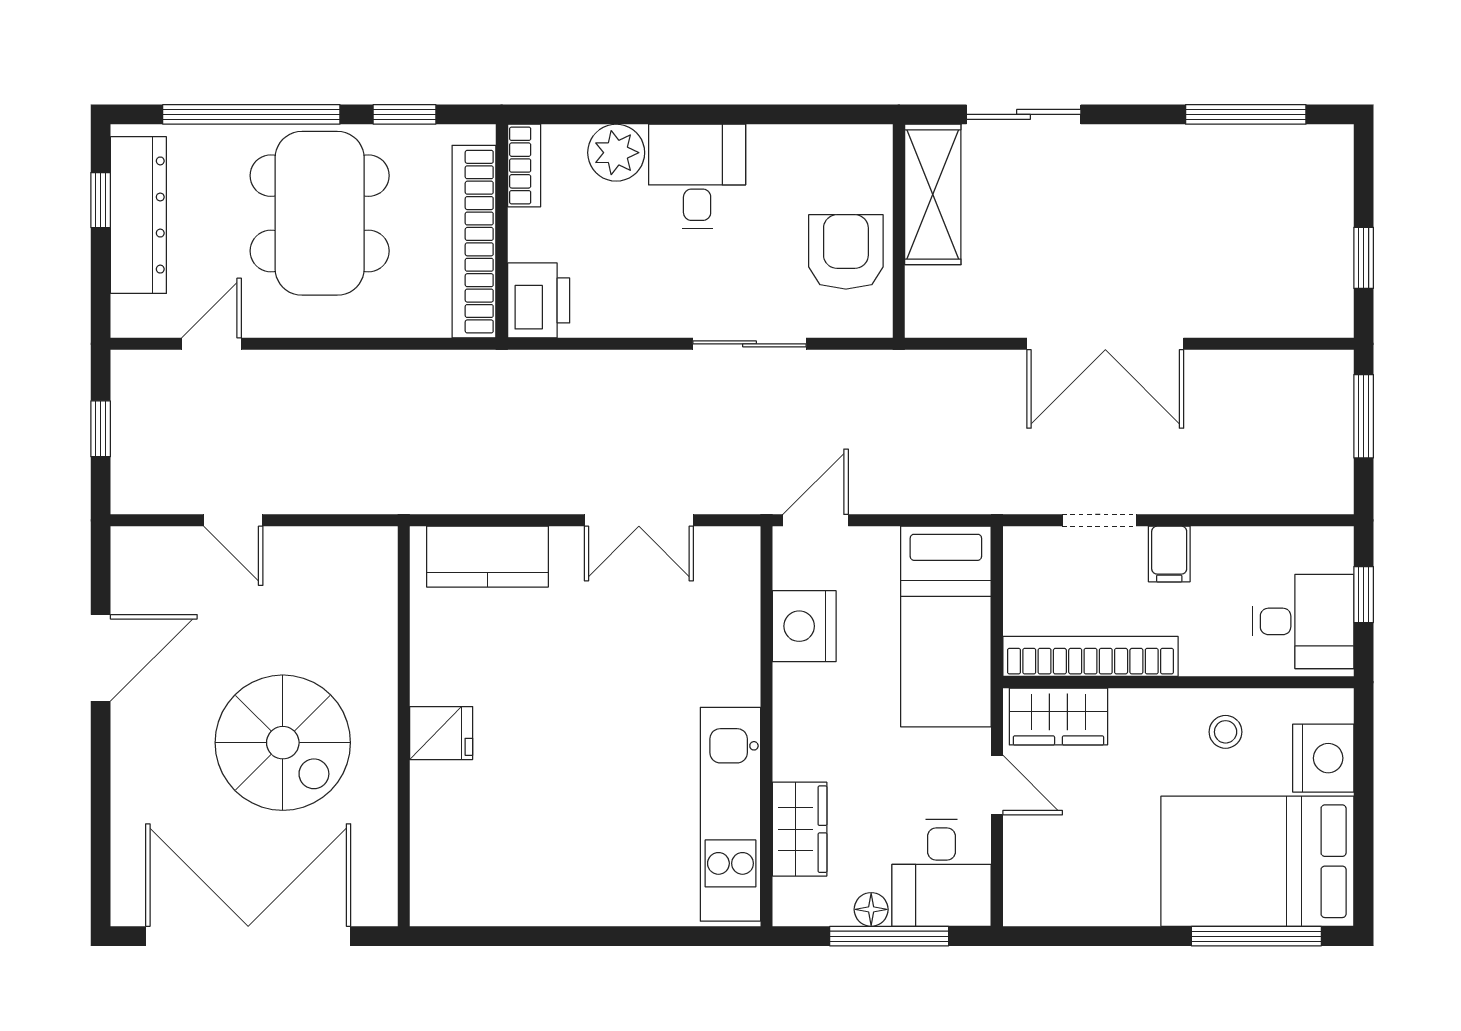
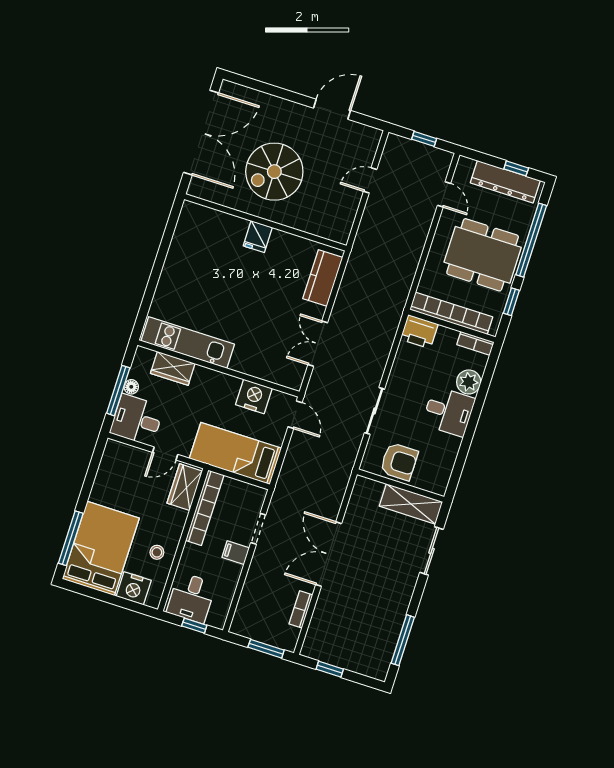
bookcase: (1250, 366) -> (301, 609), added
door: (101, 658) -> (332, 109), swing flipped

